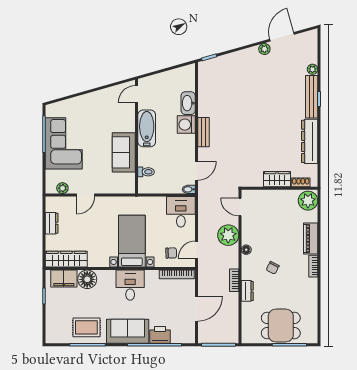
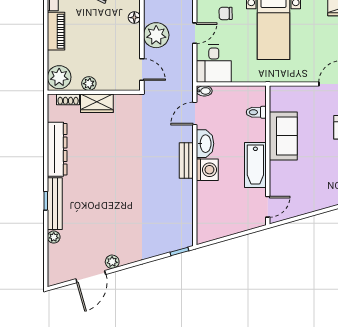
washbasin: (188, 103) -> (205, 144), moved
plant: (284, 195) -> (89, 84), added
door: (196, 250) -> (195, 33), moved

